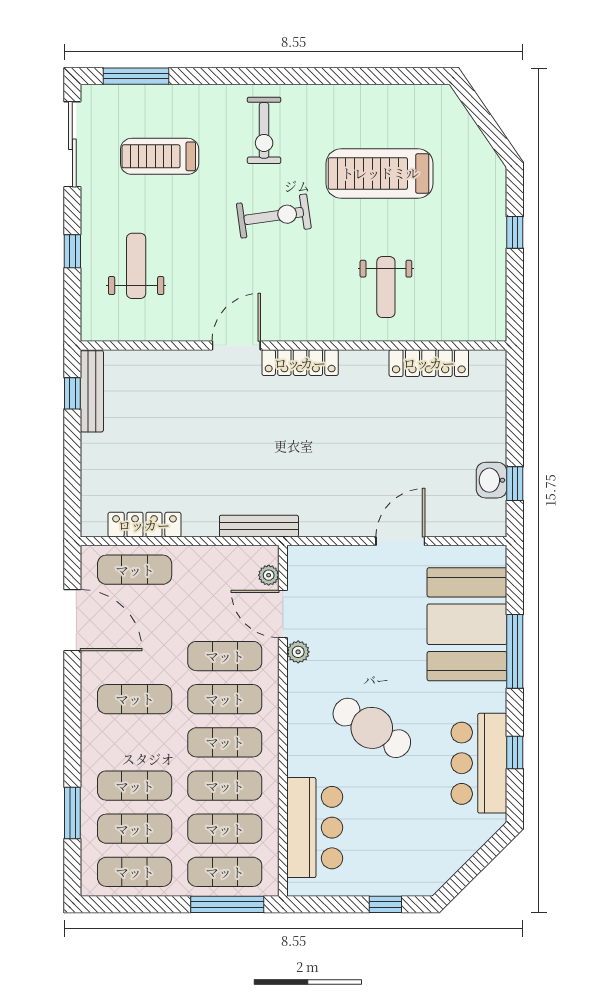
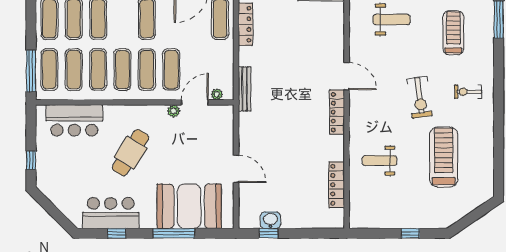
exercise bike: (264, 130) -> (468, 92), width x0.73, depth x0.72

